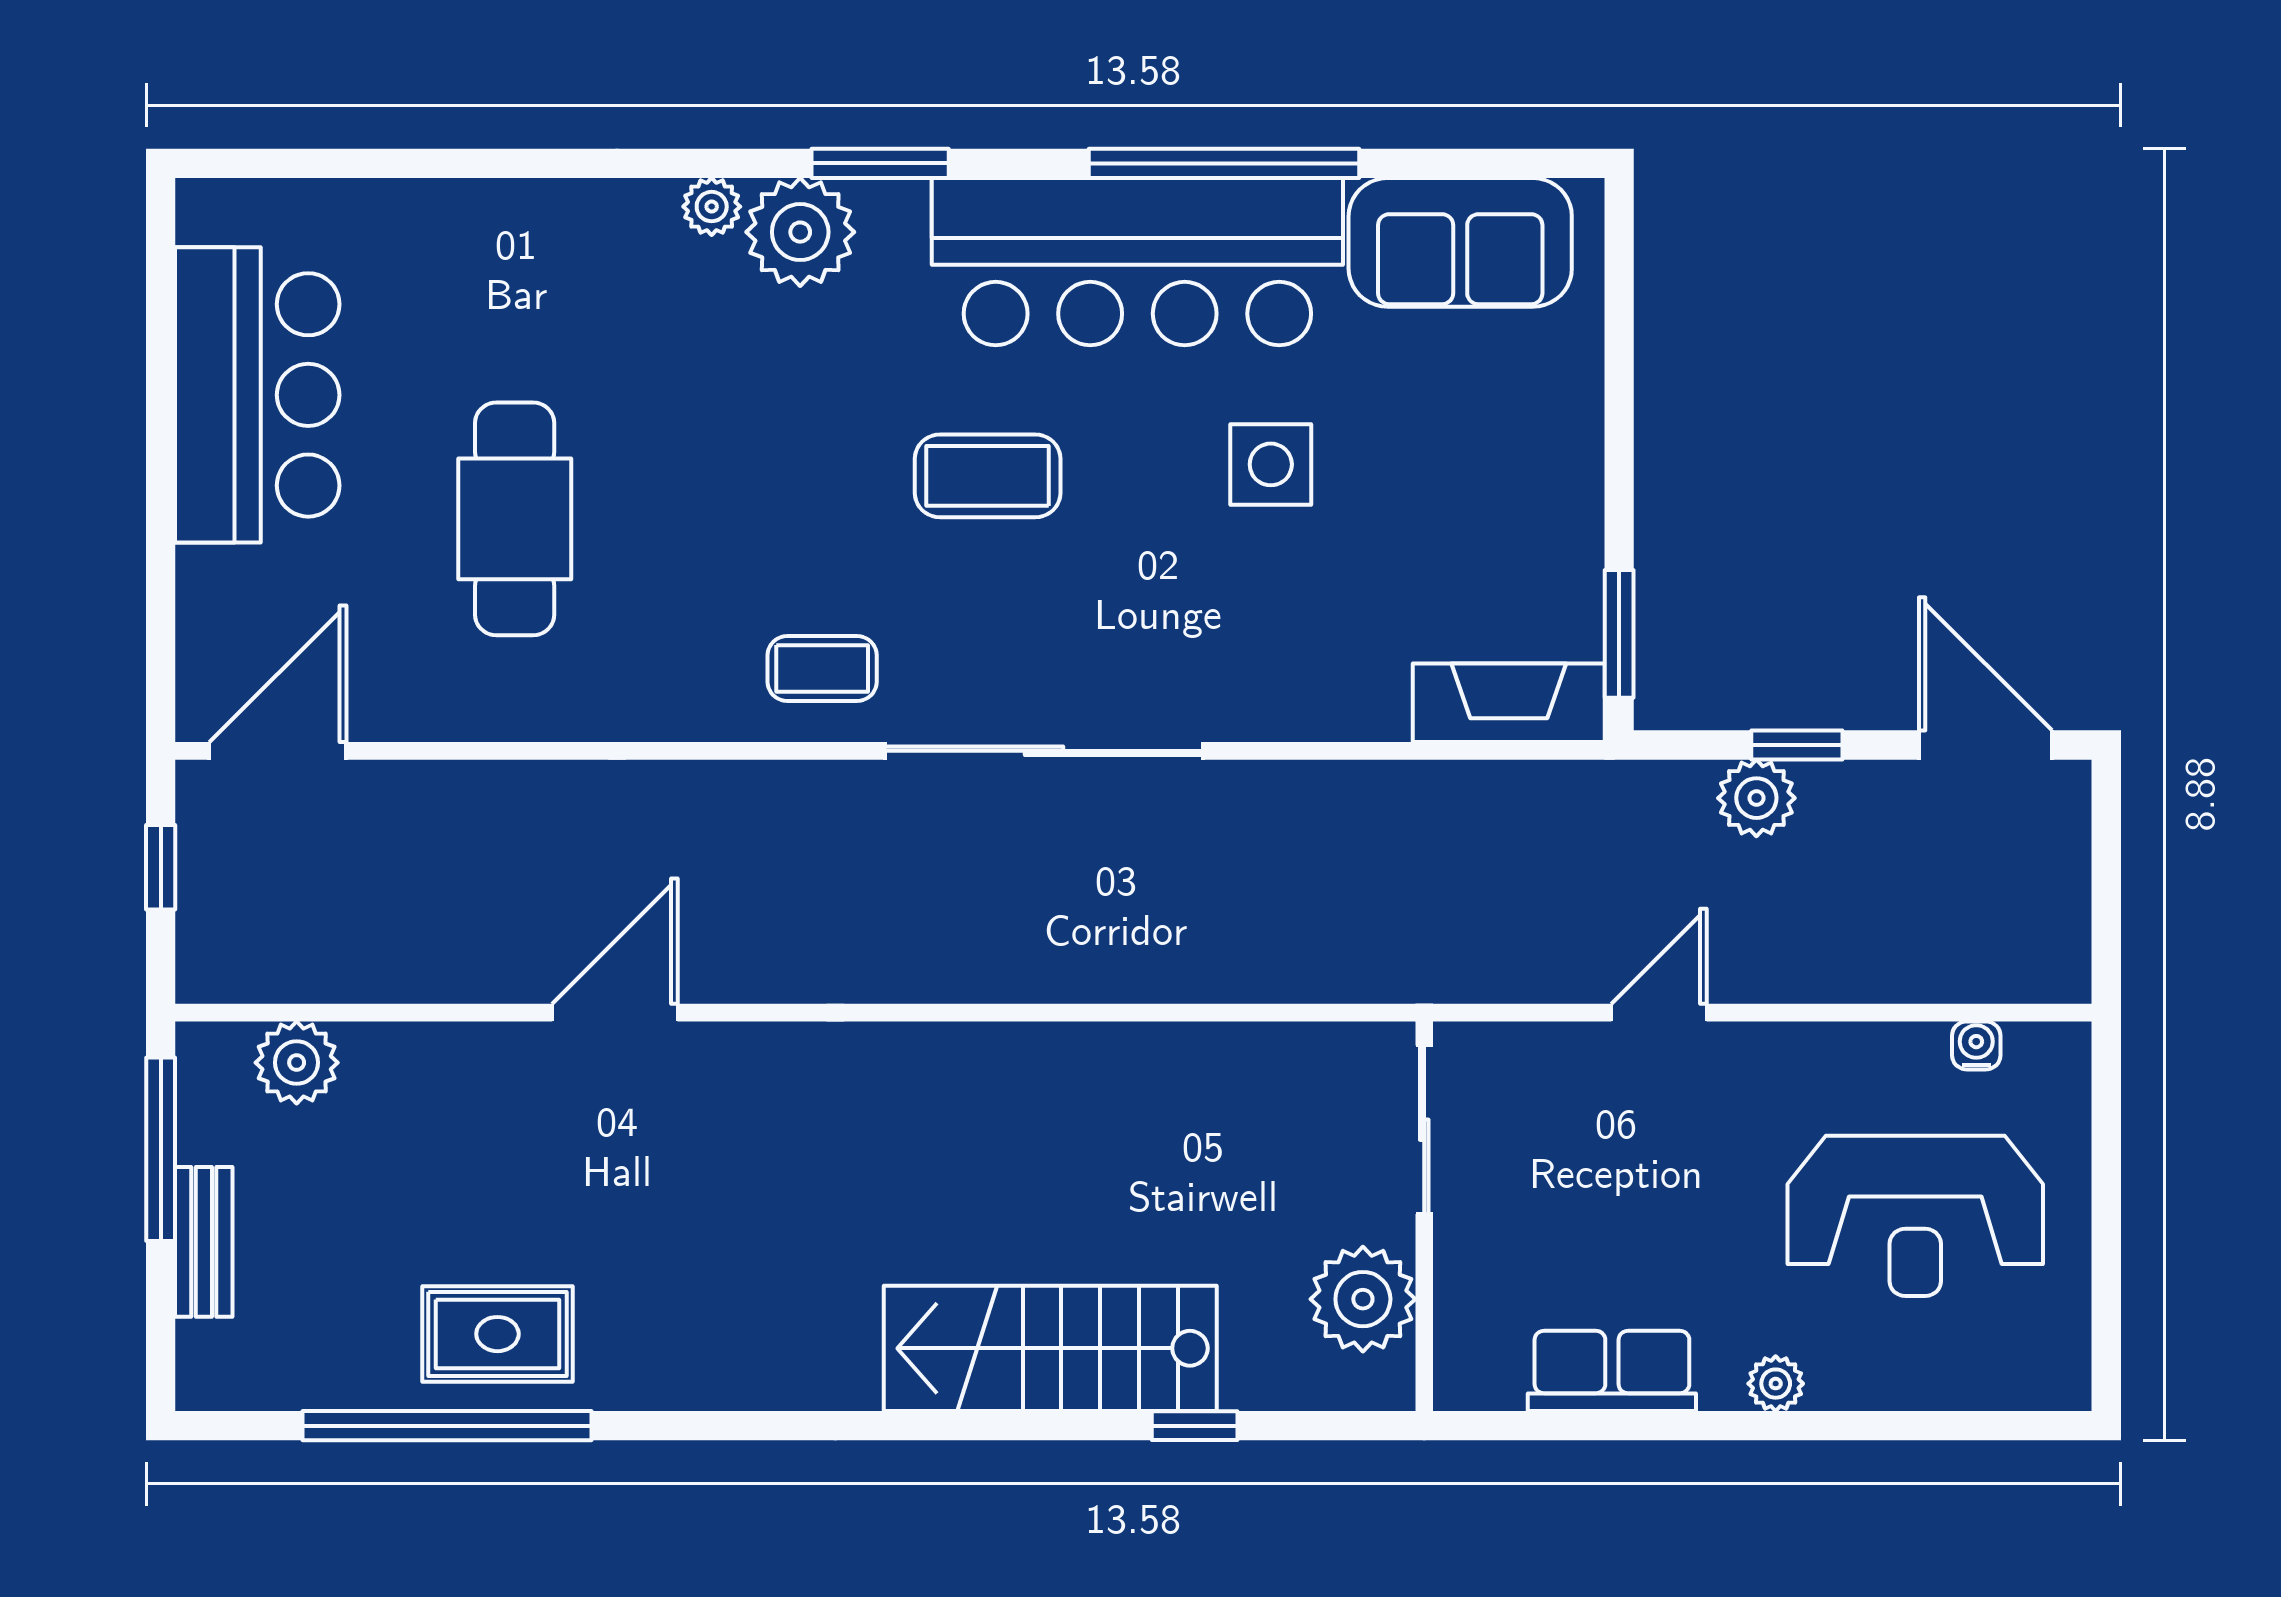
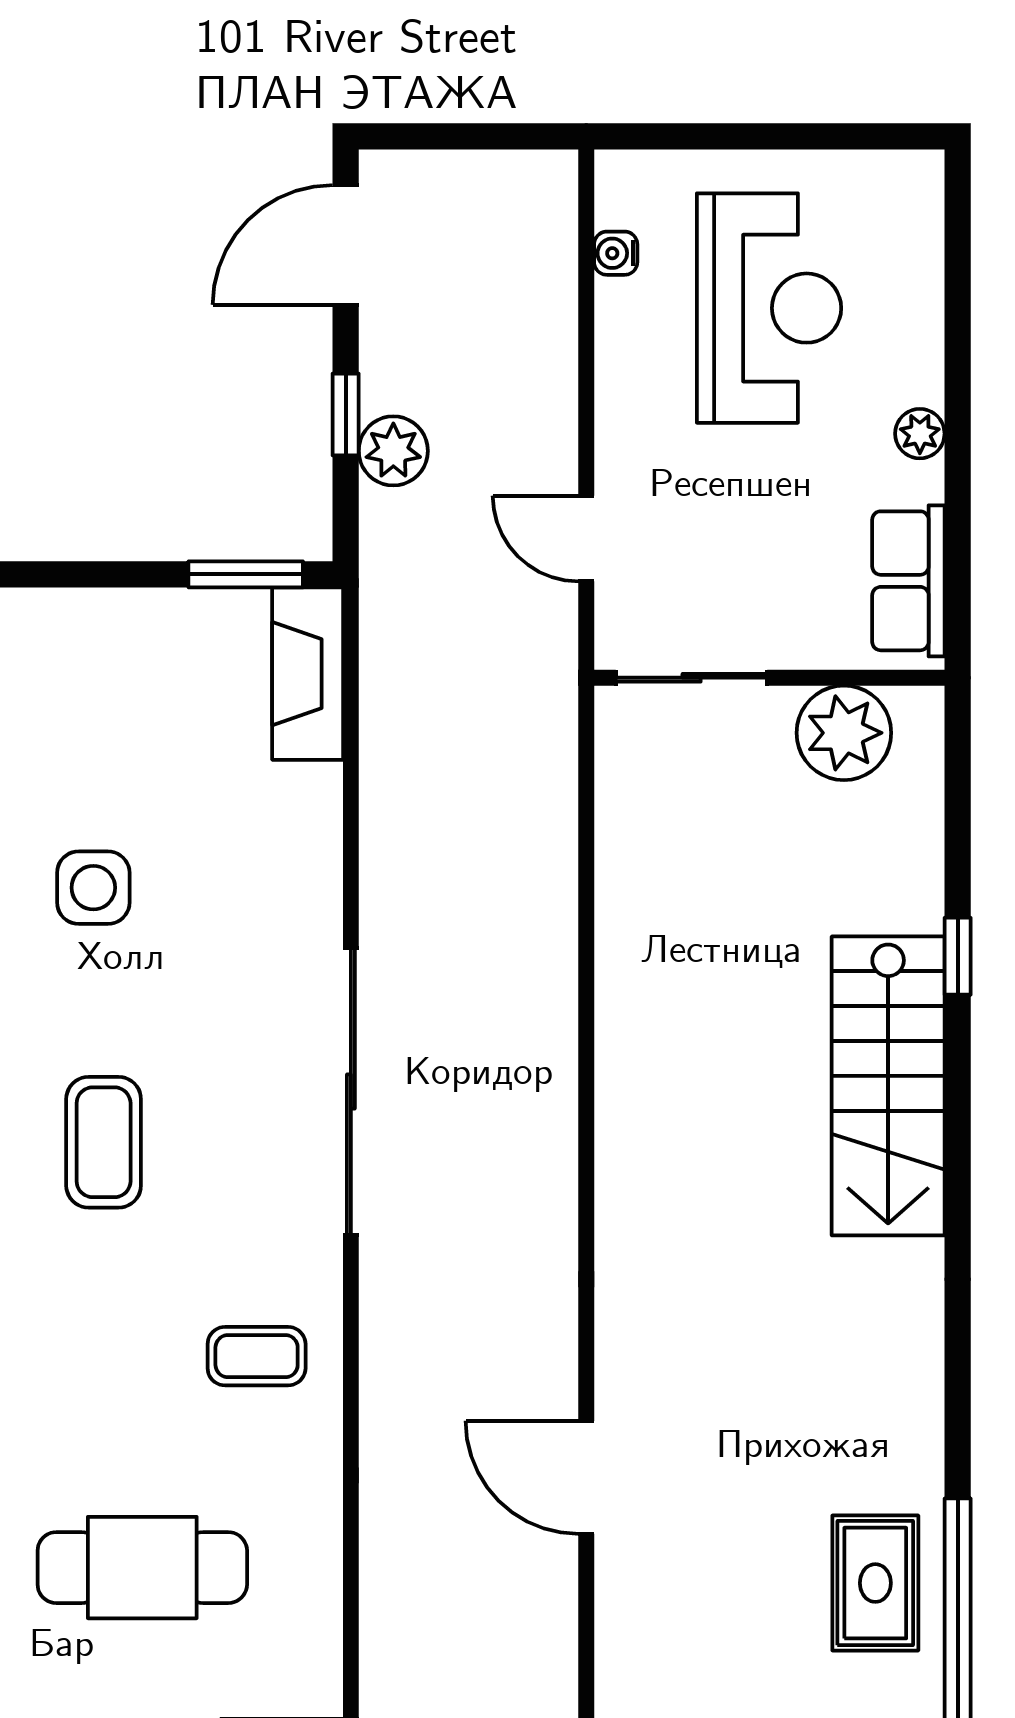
coffee table: (822, 669) -> (257, 1356), moved, turned 90
sliding door: (1424, 1130) -> (692, 678), moved
wall: (1424, 1216) -> (769, 678), moved
plant: (1363, 1299) -> (844, 733), moved

